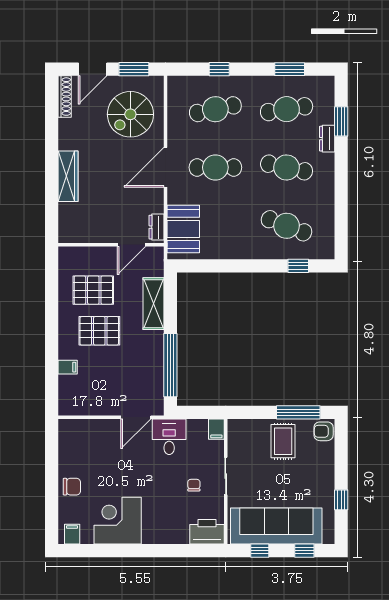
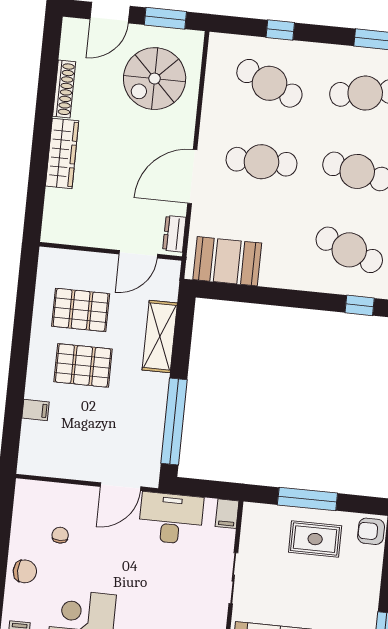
shoe rack: (65, 97) -> (64, 89), moved
cafe table: (215, 109) -> (269, 83), turned 36
door: (166, 167) -> (192, 177), moved
booth: (183, 229) -> (227, 261), moved, turned 90
window: (298, 412) -> (307, 499), moved
desk: (169, 437) -> (171, 518), width x1.37
rug: (283, 441) -> (315, 539), turned 90
chair: (194, 485) -> (60, 535), moved

